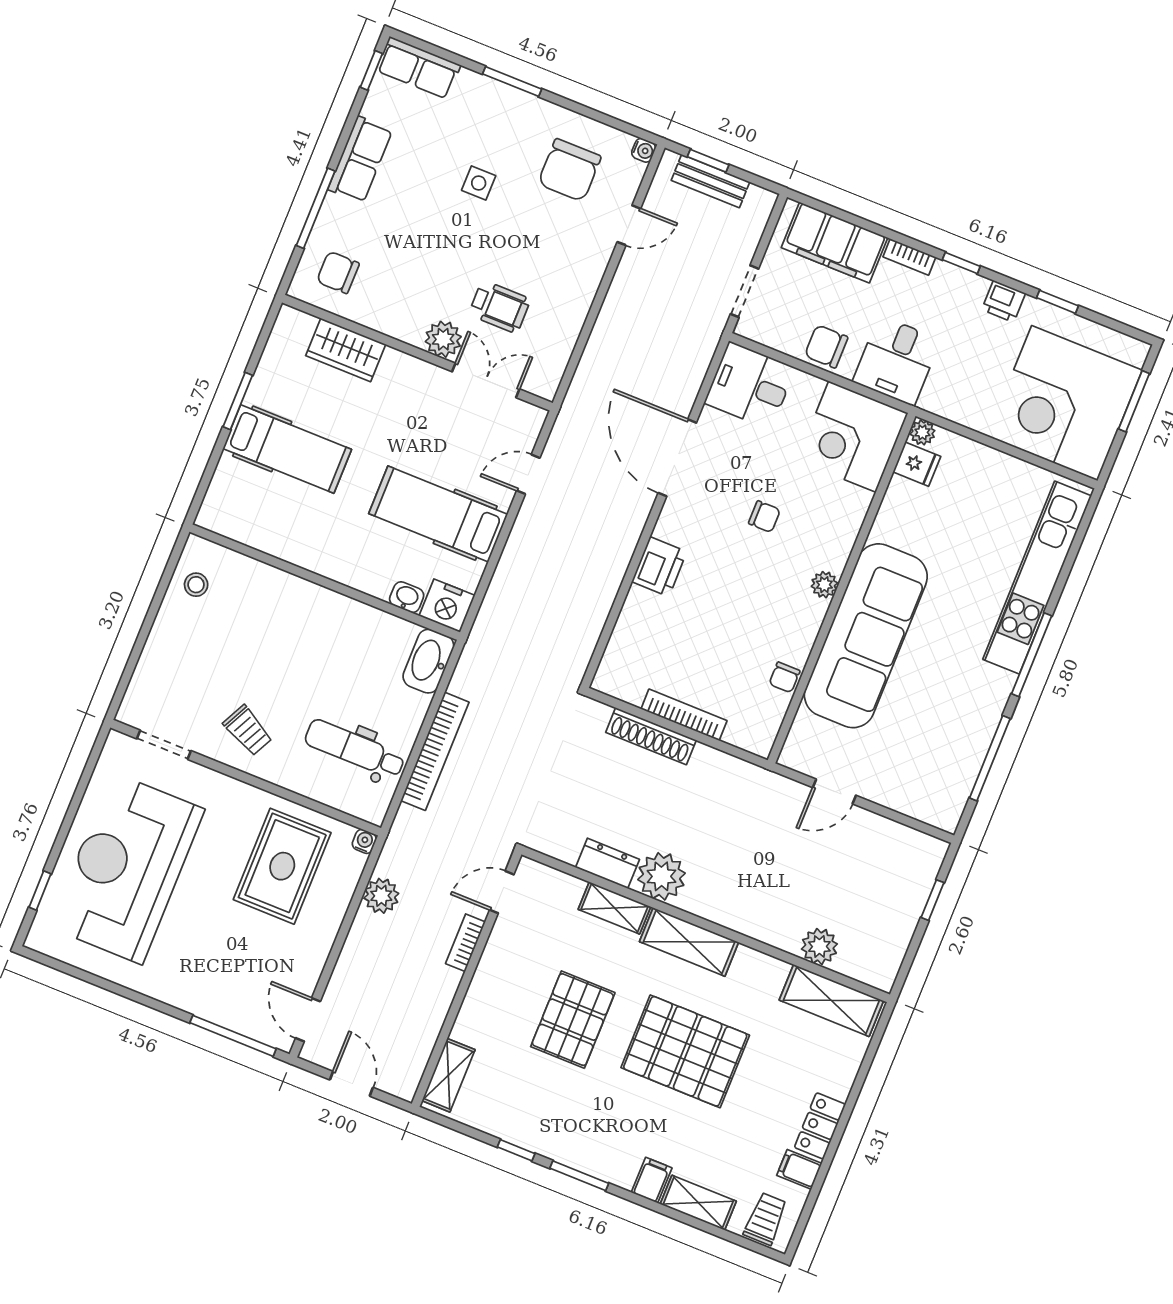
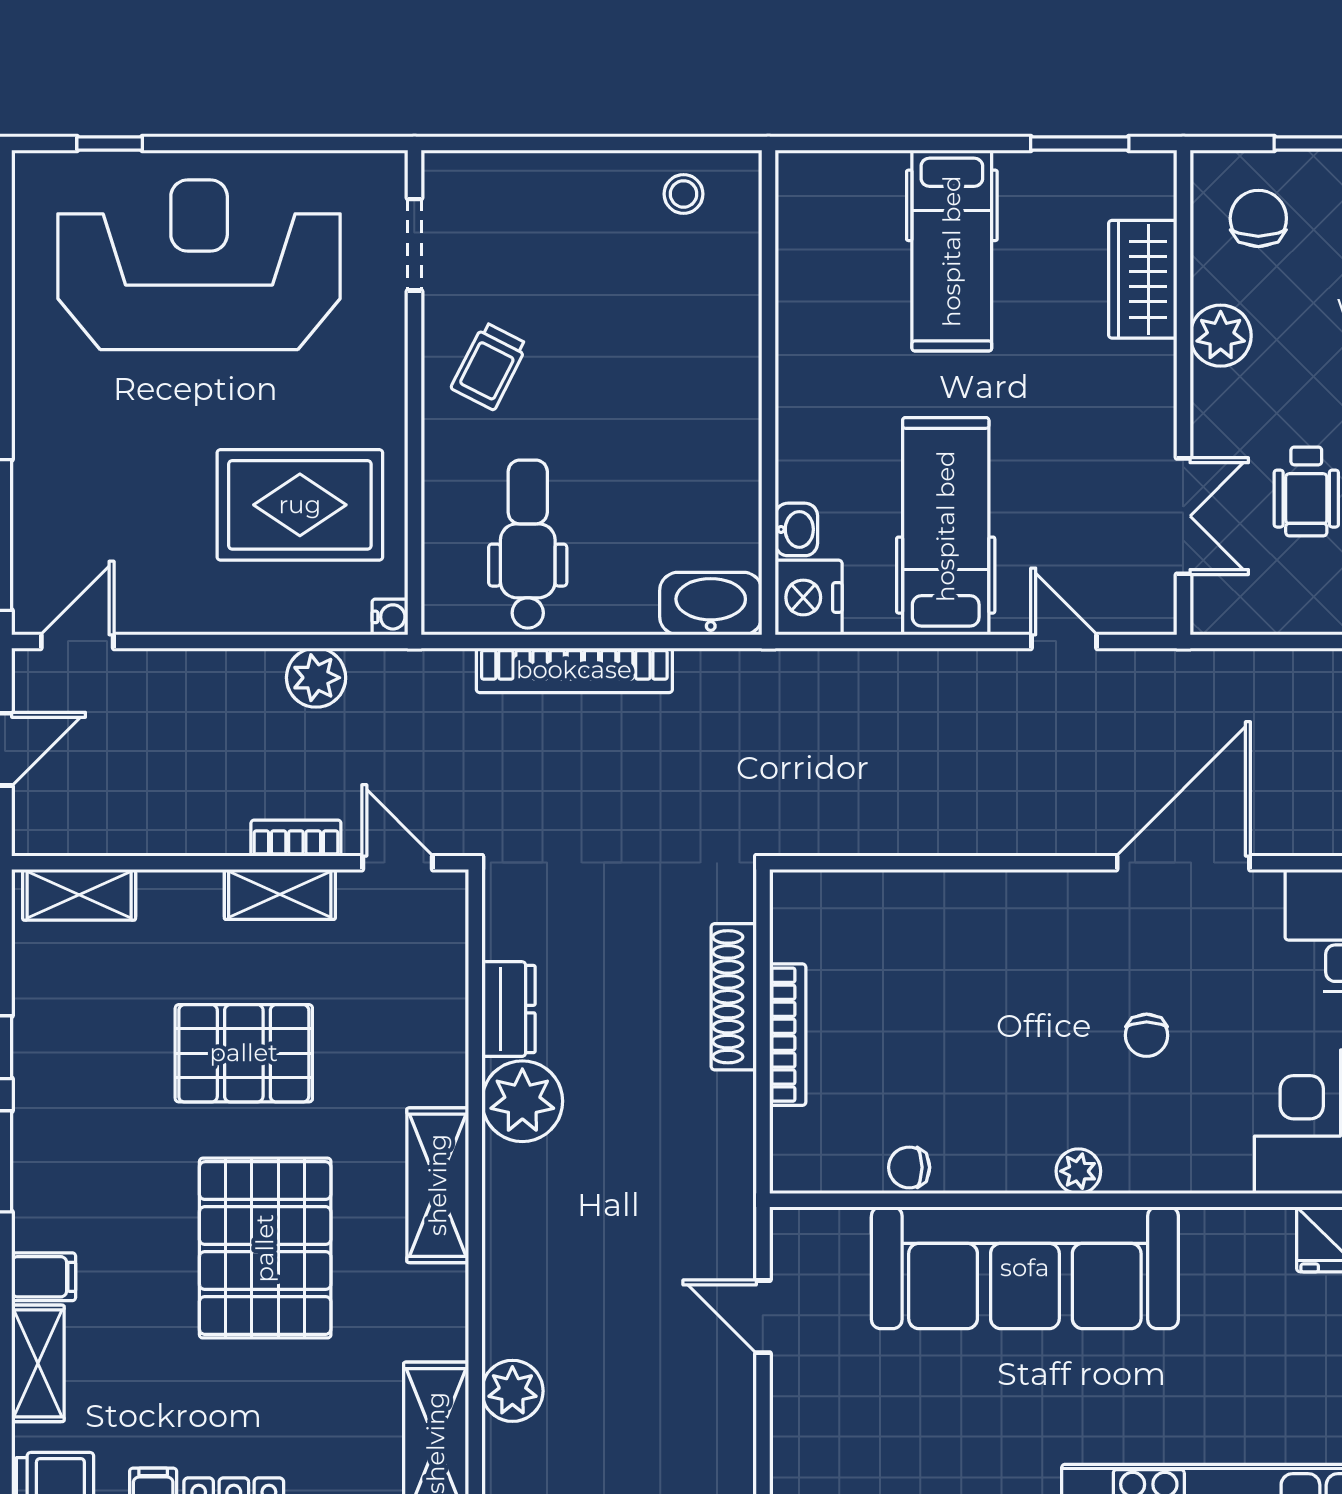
plant: (443, 339) -> (1221, 336), moved
window: (238, 401) -> (1080, 144), moved
printer: (659, 567) -> (1003, 903), removed
shelving: (614, 908) -> (280, 894), moved, turned 90

